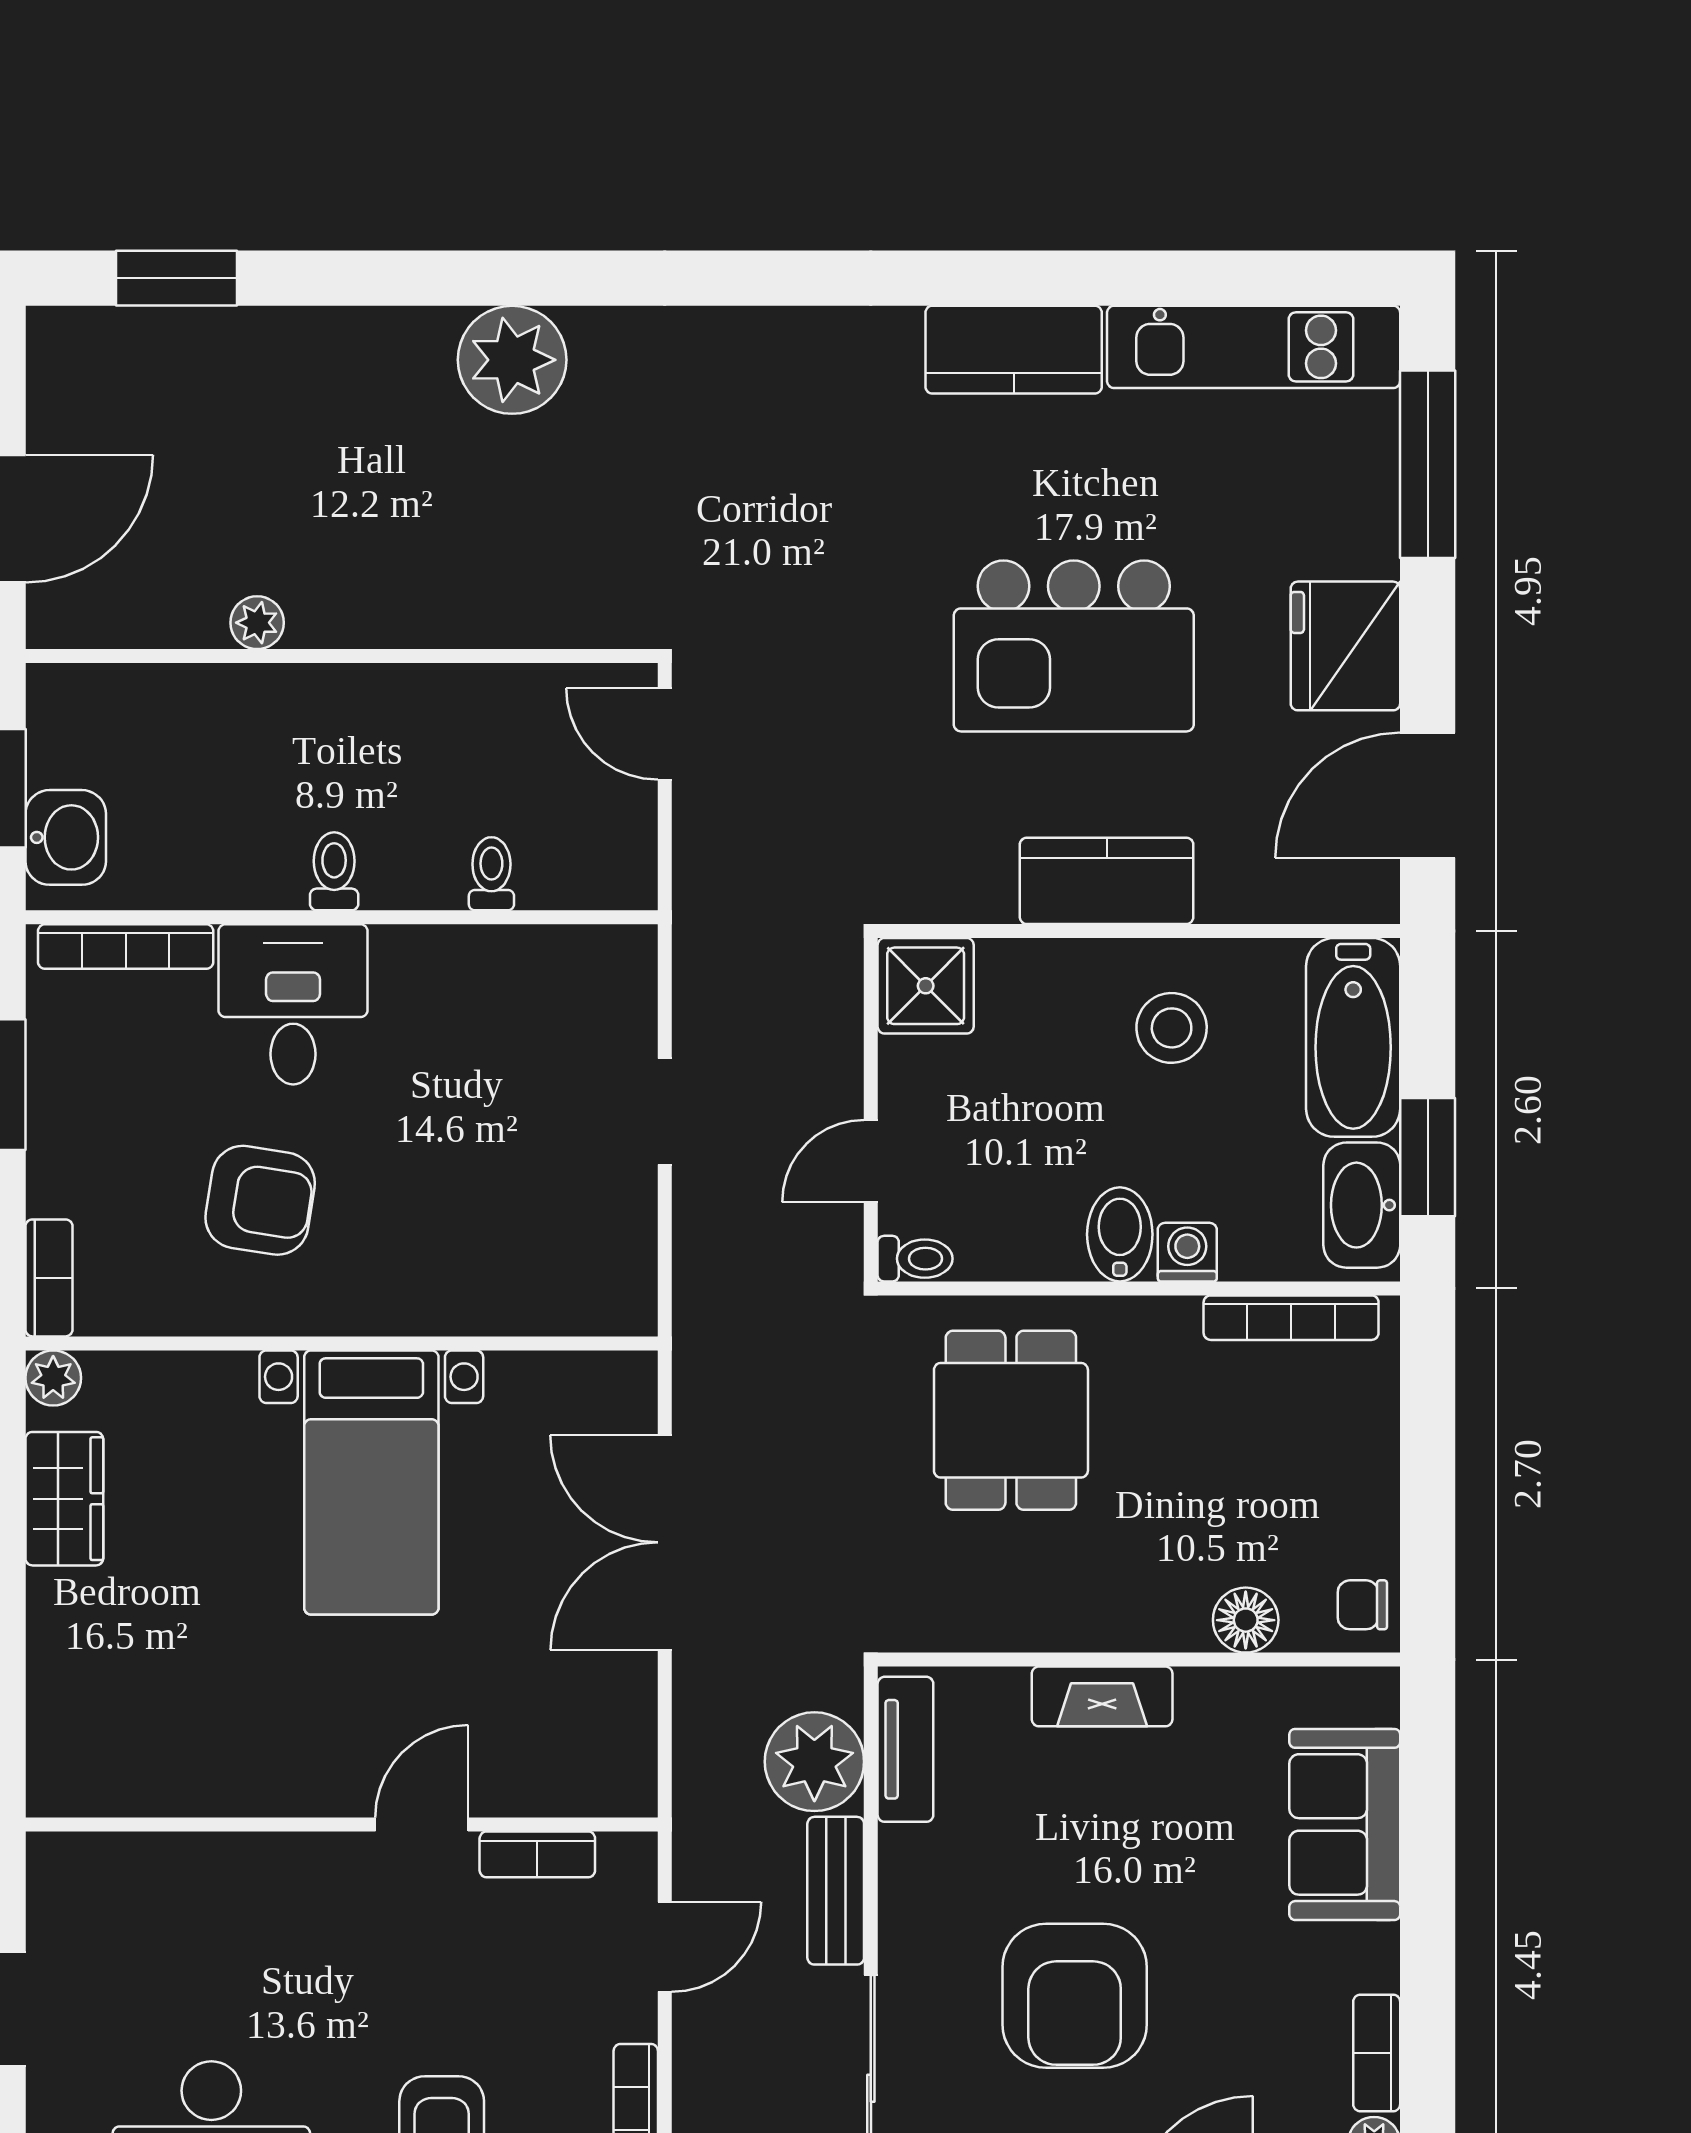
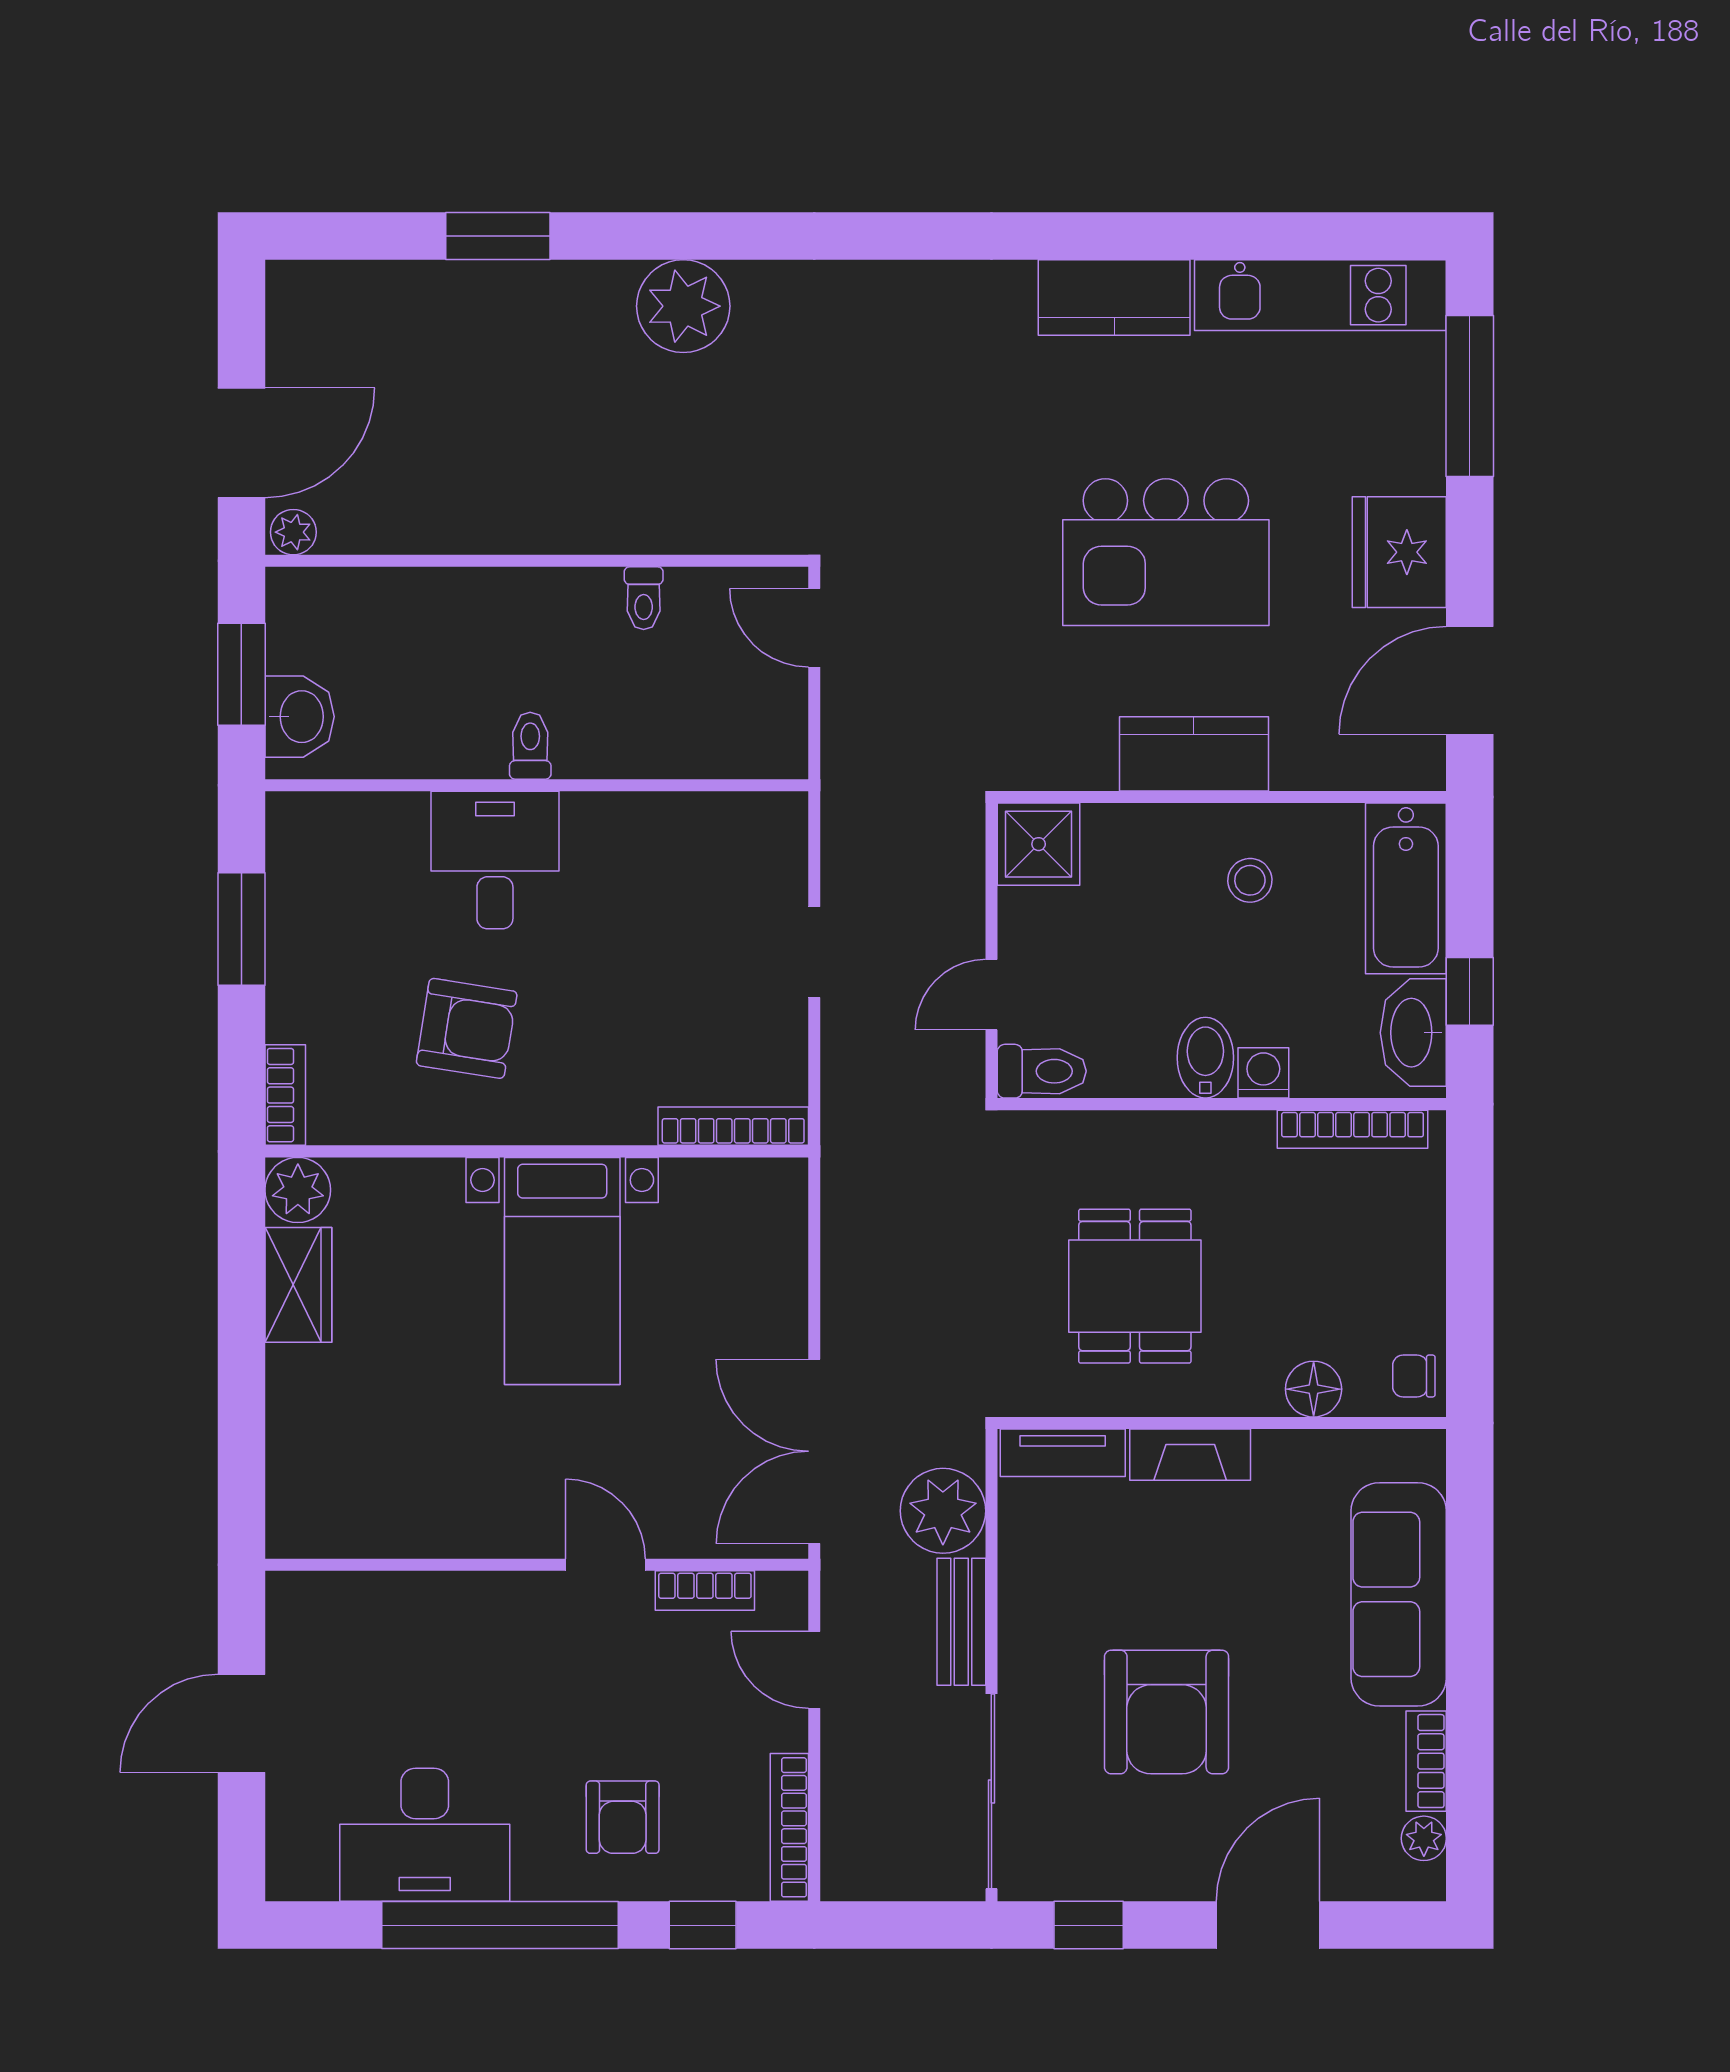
window: (177, 278) -> (498, 236), moved
plant: (257, 623) -> (293, 532), moved
toilet: (491, 874) -> (644, 598), moved, turned 180
bookcase: (126, 947) -> (733, 1126), moved, turned 180
stool: (1172, 1028) -> (1250, 880), width x0.73, depth x0.73
window: (1428, 1157) -> (1470, 991), width x0.67
toilet: (915, 1259) -> (1042, 1071), width x1.37, depth x1.39
plant: (53, 1378) -> (298, 1190), width x1.38, depth x1.38
dining table: (1011, 1420) -> (1135, 1286), moved
double door: (665, 1542) -> (814, 1451), moved
tv unit: (905, 1749) -> (1063, 1453), moved, turned 90
door: (422, 1824) -> (605, 1565), hinge flipped
sofa: (1345, 1824) -> (1399, 1594), width x1.36
door: (665, 1947) -> (814, 1670), swing flipped

